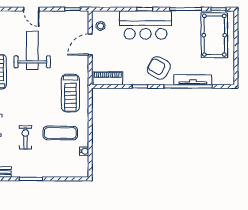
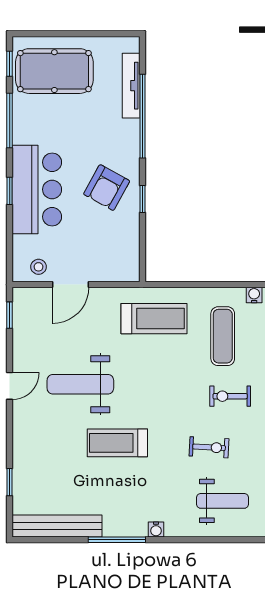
door: (90, 45) -> (70, 285), hinge flipped
armchair: (159, 68) -> (107, 188), moved
piano: (108, 78) -> (129, 254), removed
tv unit: (193, 80) -> (131, 86), moved

